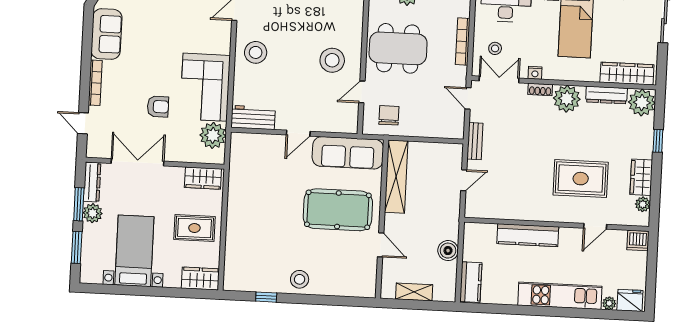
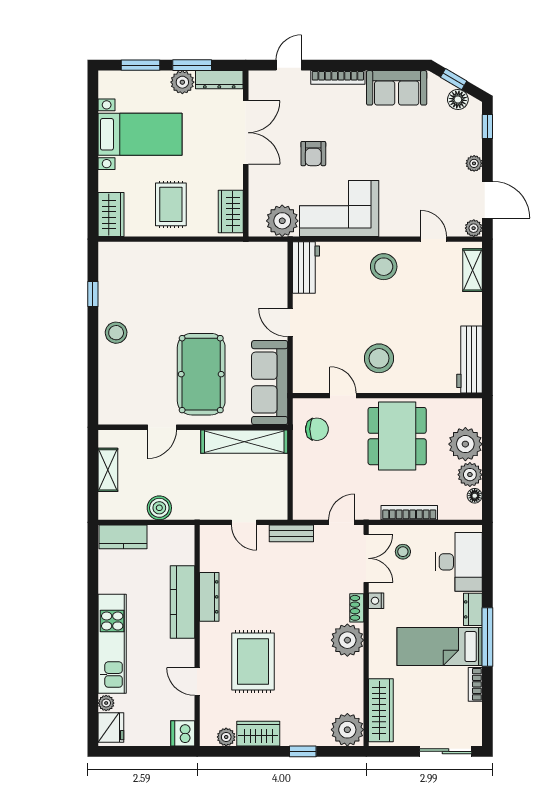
dresser: (607, 95) -> (209, 597), moved, turned 180

